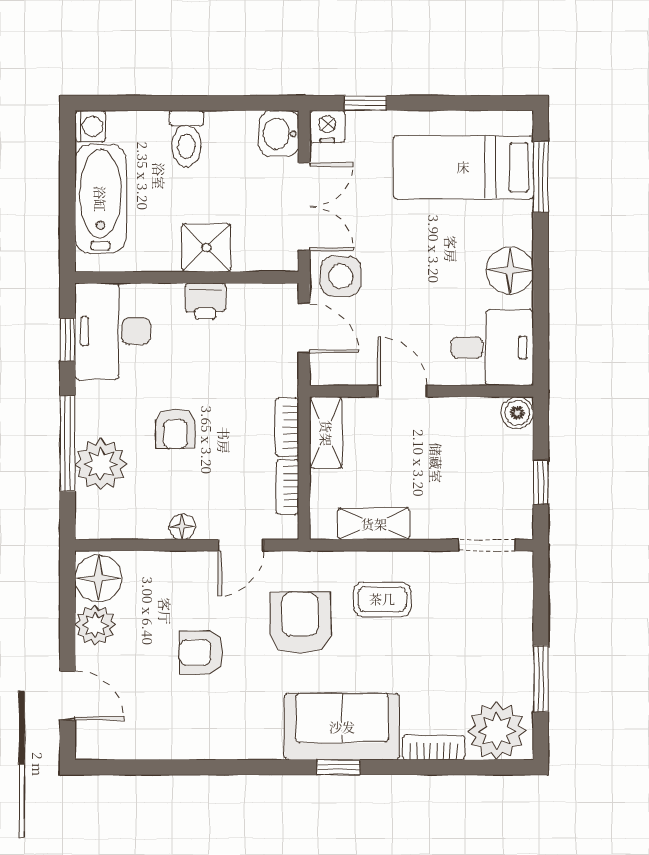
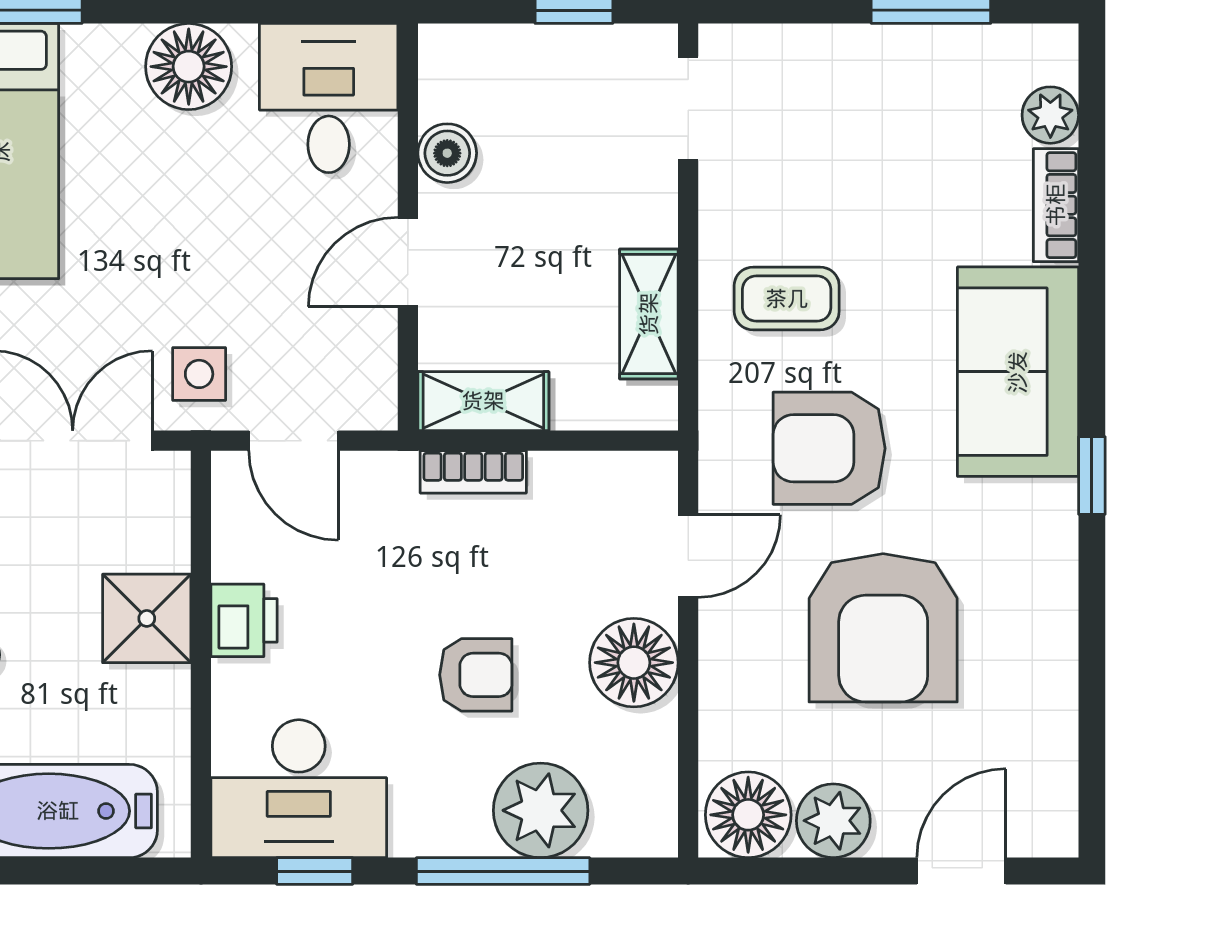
side table: (341, 276) -> (199, 374), width x0.73, depth x0.73
door: (304, 328) -> (294, 441), swing flipped
boiler: (517, 413) -> (447, 153), moved
bookcase: (288, 487) -> (582, 471), removed
floor lamp: (182, 527) -> (634, 663), width x1.89, depth x1.89
door: (241, 545) -> (688, 556), hinge flipped
coffee table: (382, 599) -> (787, 299), turned 90
armchair: (201, 652) -> (883, 628), width x1.88, depth x1.88
plant: (497, 731) -> (1050, 115), width x0.53, depth x0.53
window: (338, 767) -> (1092, 476), moved

